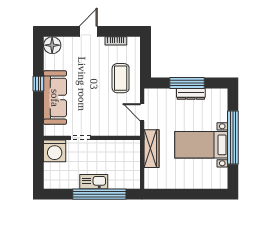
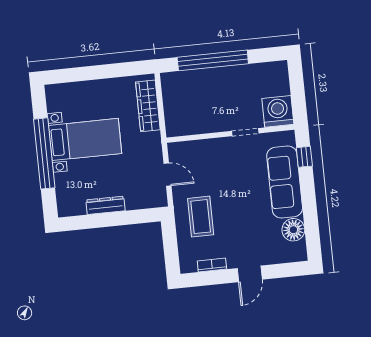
floor lamp: (52, 45) -> (293, 230), moved
window: (187, 83) -> (112, 219), removed
window: (38, 84) -> (304, 157), moved
wardrobe: (152, 149) -> (148, 106), moved
kitchen sink: (94, 182) -> (222, 76), removed

